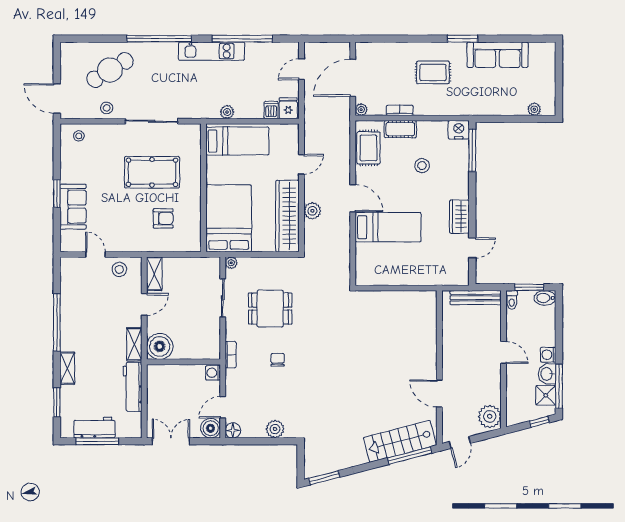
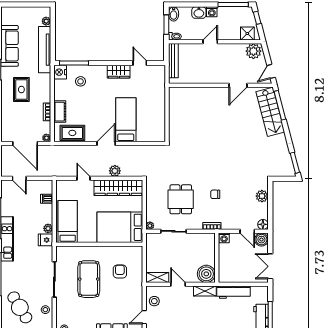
tv unit: (492, 107) -> (45, 50), added
fridge: (288, 108) -> (46, 240), moved
stool: (422, 166) -> (81, 81), moved
washbasin: (547, 374) -> (199, 13), moved
shower: (546, 395) -> (247, 34), moved
door: (460, 442) -> (271, 71), swing flipped

